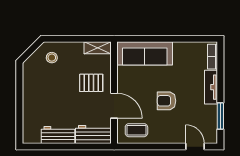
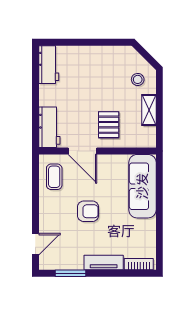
shelving: (98, 48) -> (149, 110), moved
armchair: (166, 101) -> (88, 211), turned 90
door: (114, 106) -> (82, 151), hinge flipped
workbench: (58, 135) -> (49, 65), moved

